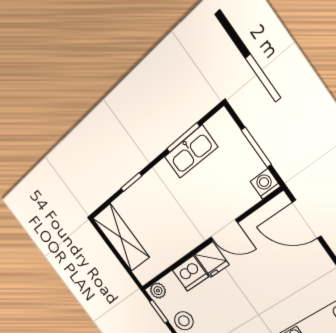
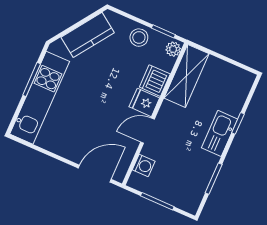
kitchen sink: (191, 152) -> (220, 133), moved
washing machine: (265, 184) -> (144, 166), moved
shelving: (121, 238) -> (187, 76), moved, turned 90

